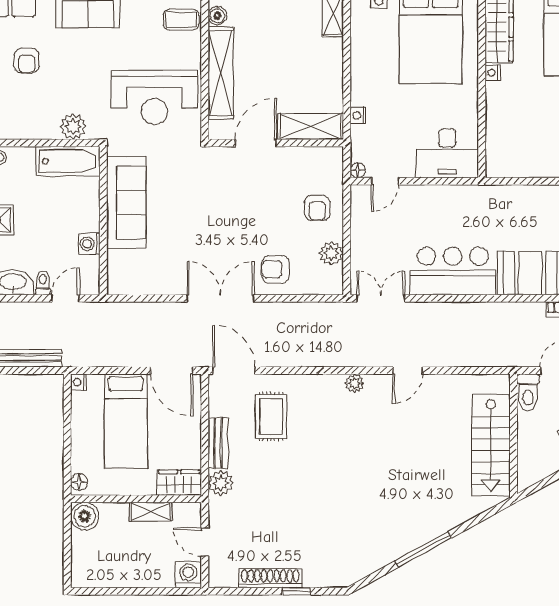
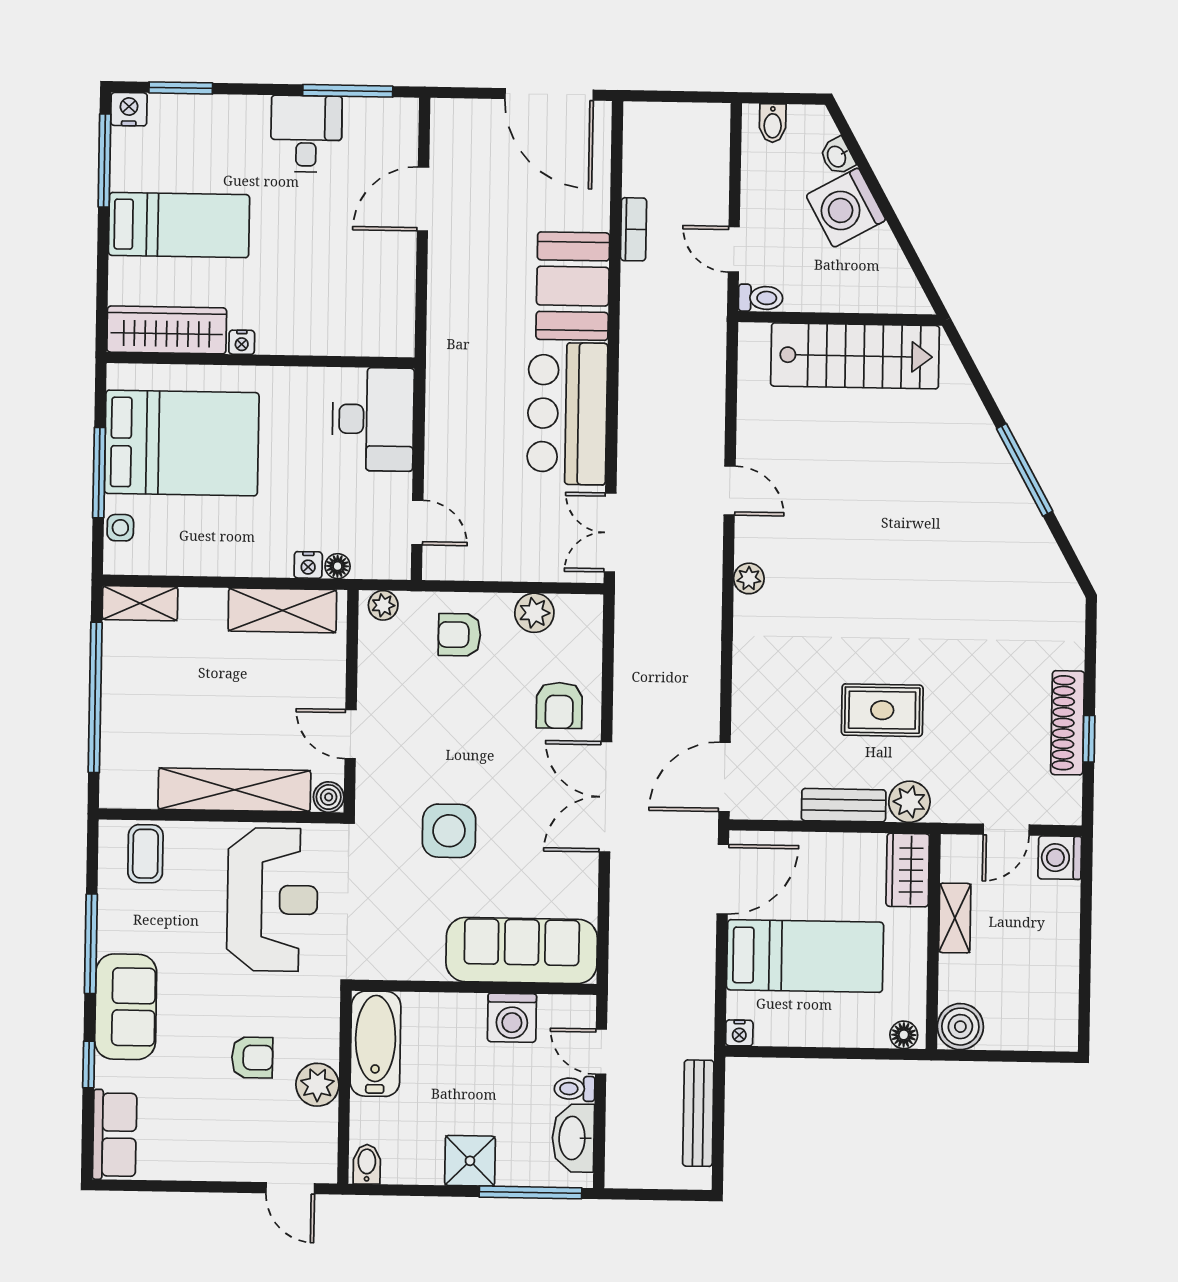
boiler: (217, 16) -> (329, 797), moved
armchair: (27, 61) -> (252, 1057), moved
plant: (73, 126) -> (317, 1085), moved
shelving: (310, 126) -> (282, 610), moved, turned 90
door: (256, 143) -> (351, 734), width x0.73
plant: (334, 161) -> (383, 605), added
floor lamp: (358, 170) -> (338, 566), moved
sofa: (126, 203) -> (522, 950), moved
side table: (198, 204) -> (449, 831), added
armchair: (317, 208) -> (459, 635), turned 180
washing machine: (89, 244) -> (512, 1018), width x1.38, depth x1.38
toilet: (528, 392) -> (761, 298), width x0.73, depth x0.72
rug: (271, 416) -> (882, 710), moved
window: (296, 591) -> (1089, 739), moved

